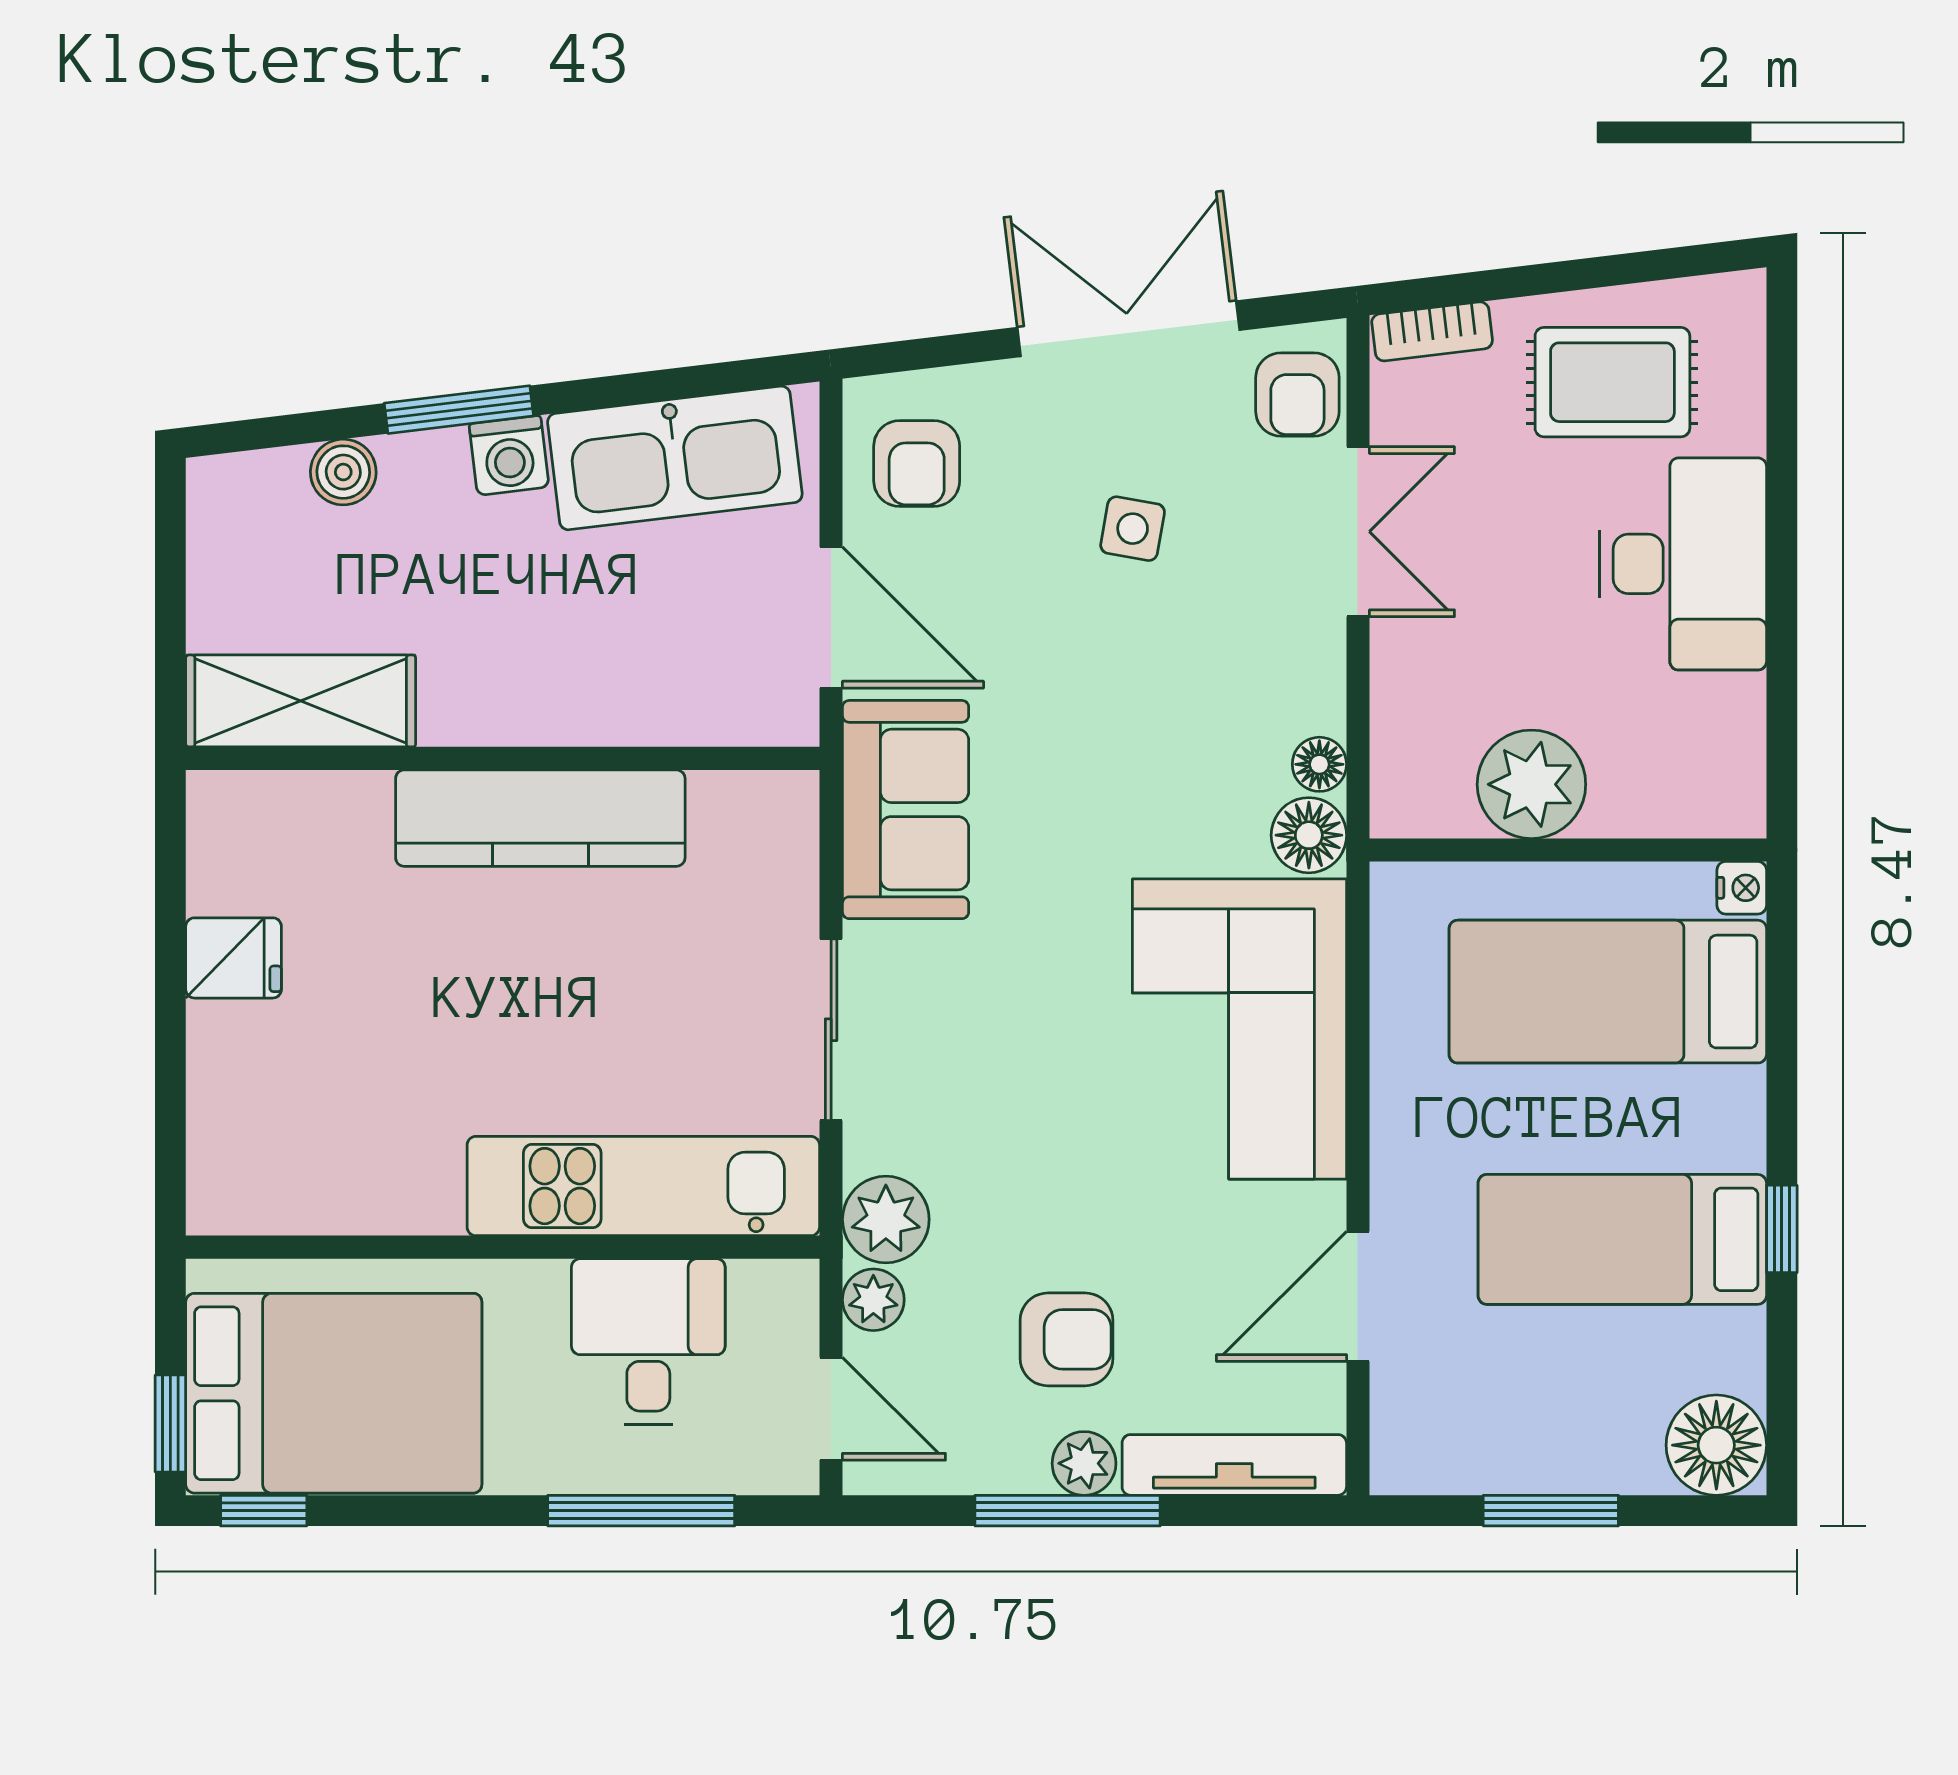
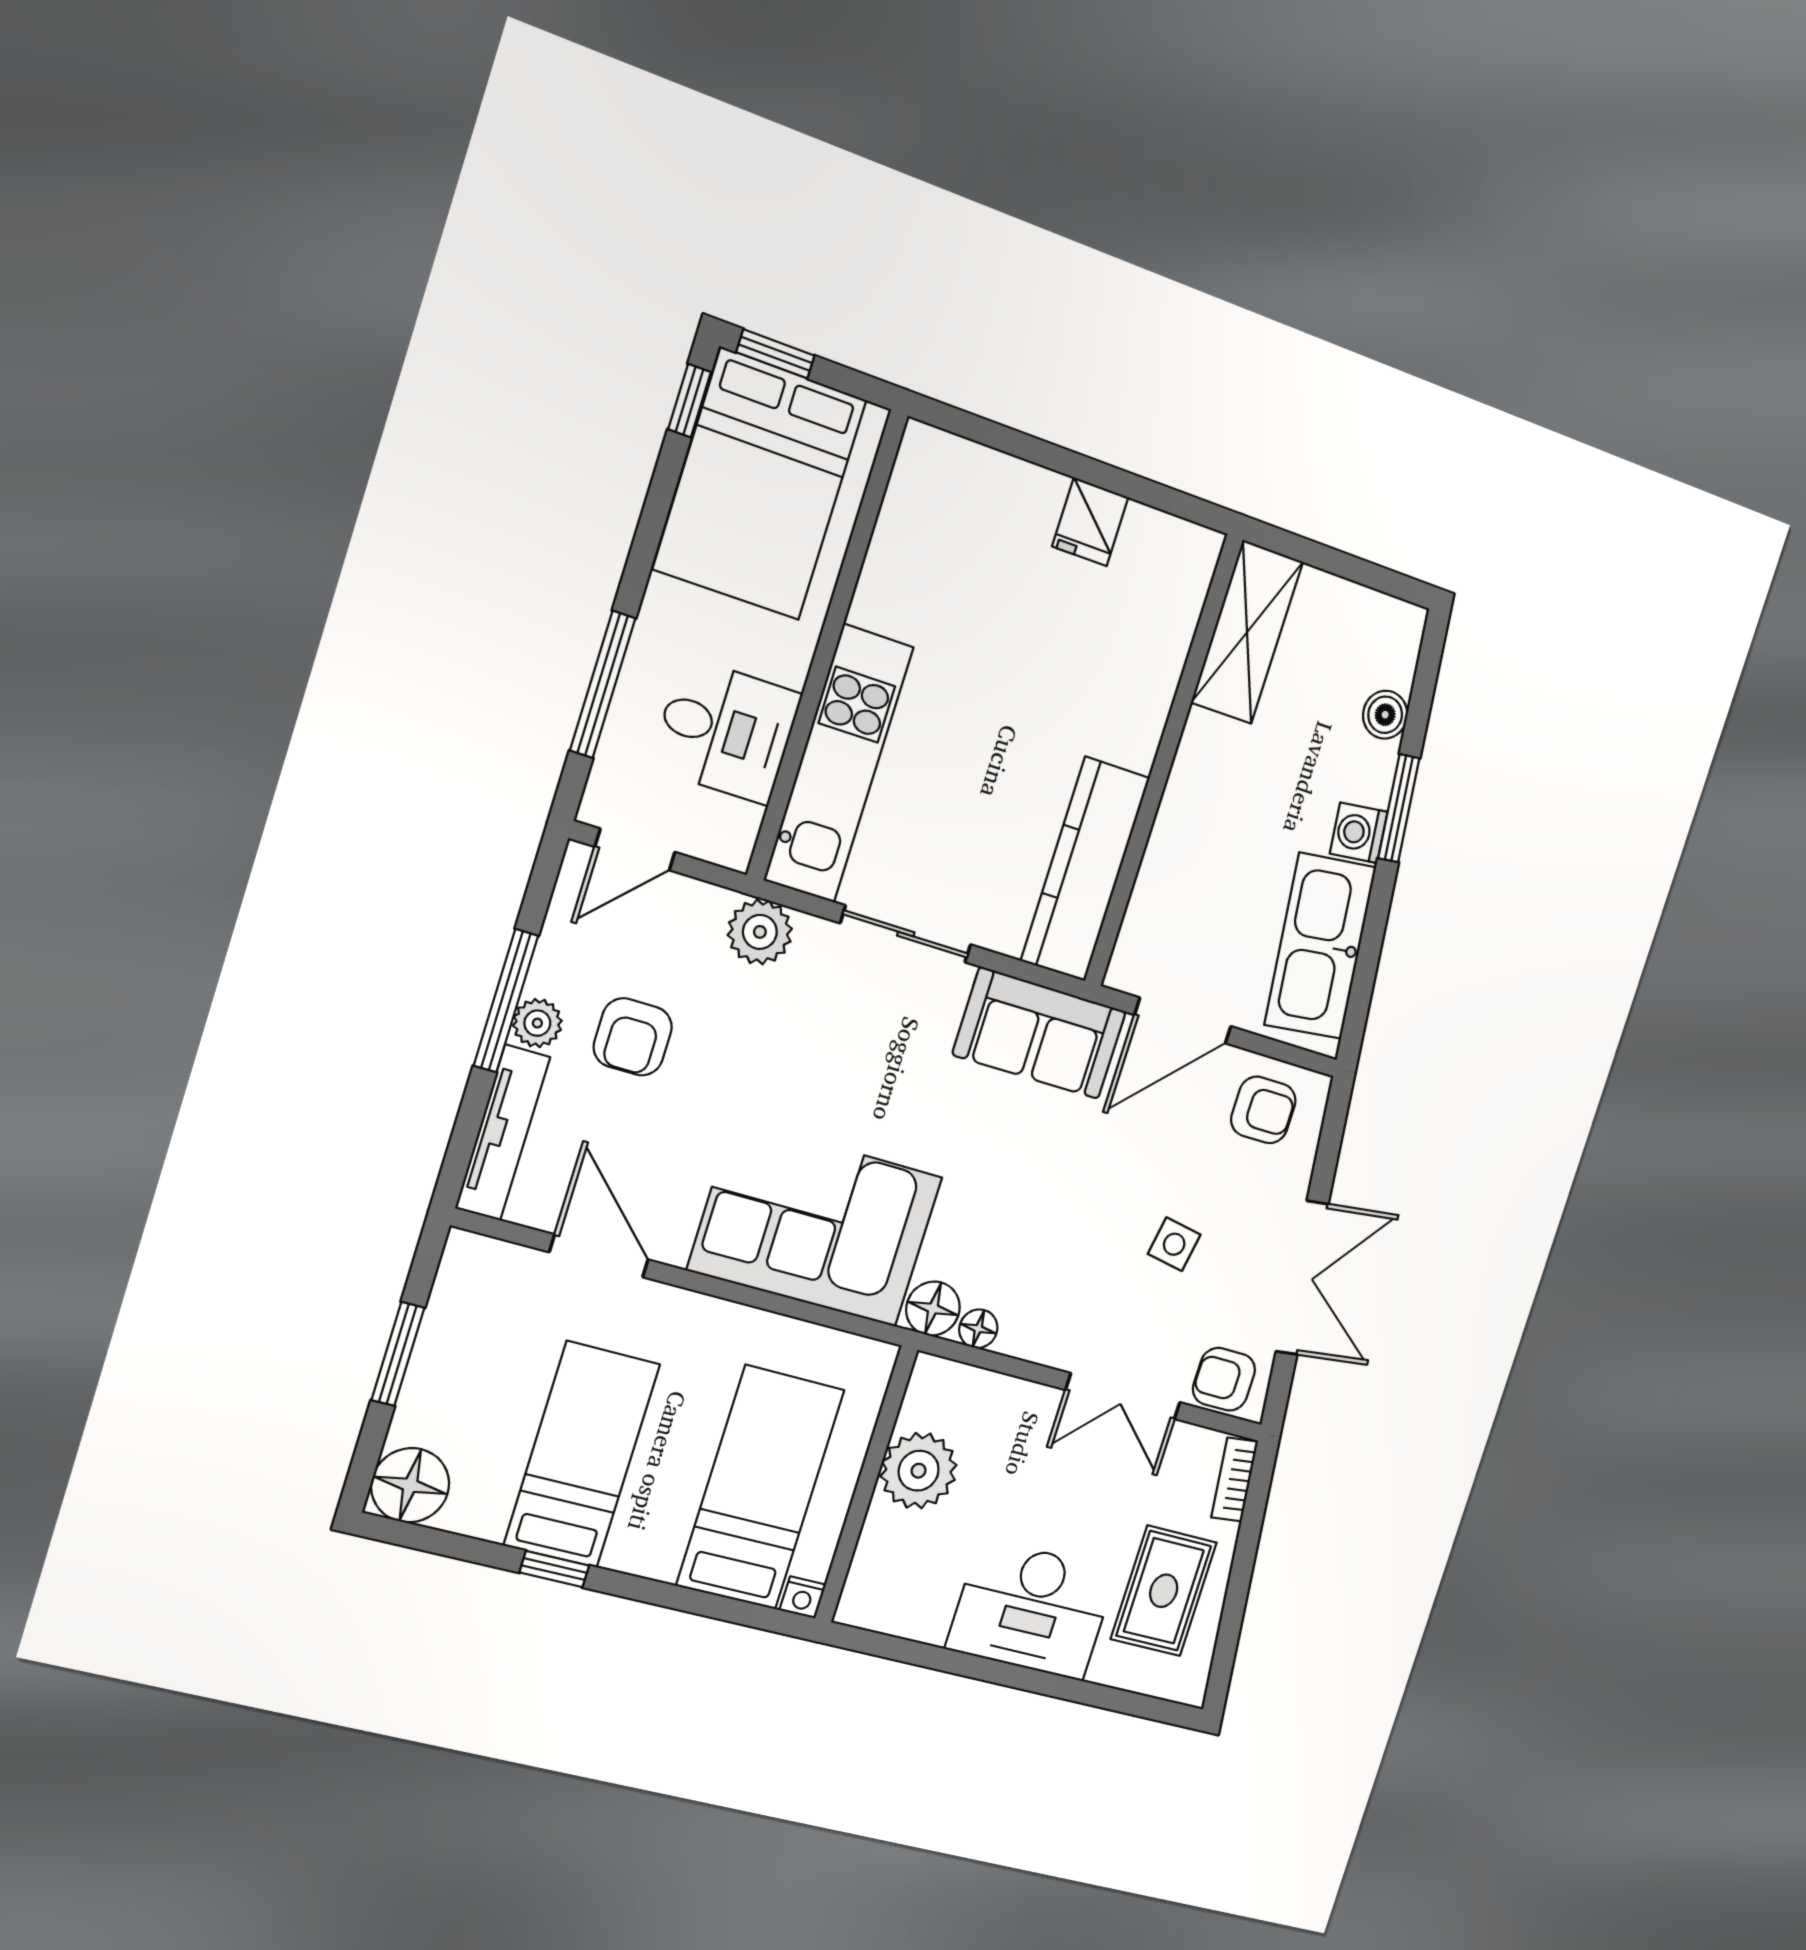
armchair: (917, 463) -> (1263, 1110), turned 180
kitchen counter: (540, 818) -> (1085, 869), moved
plant: (873, 1300) -> (705, 905), removed

